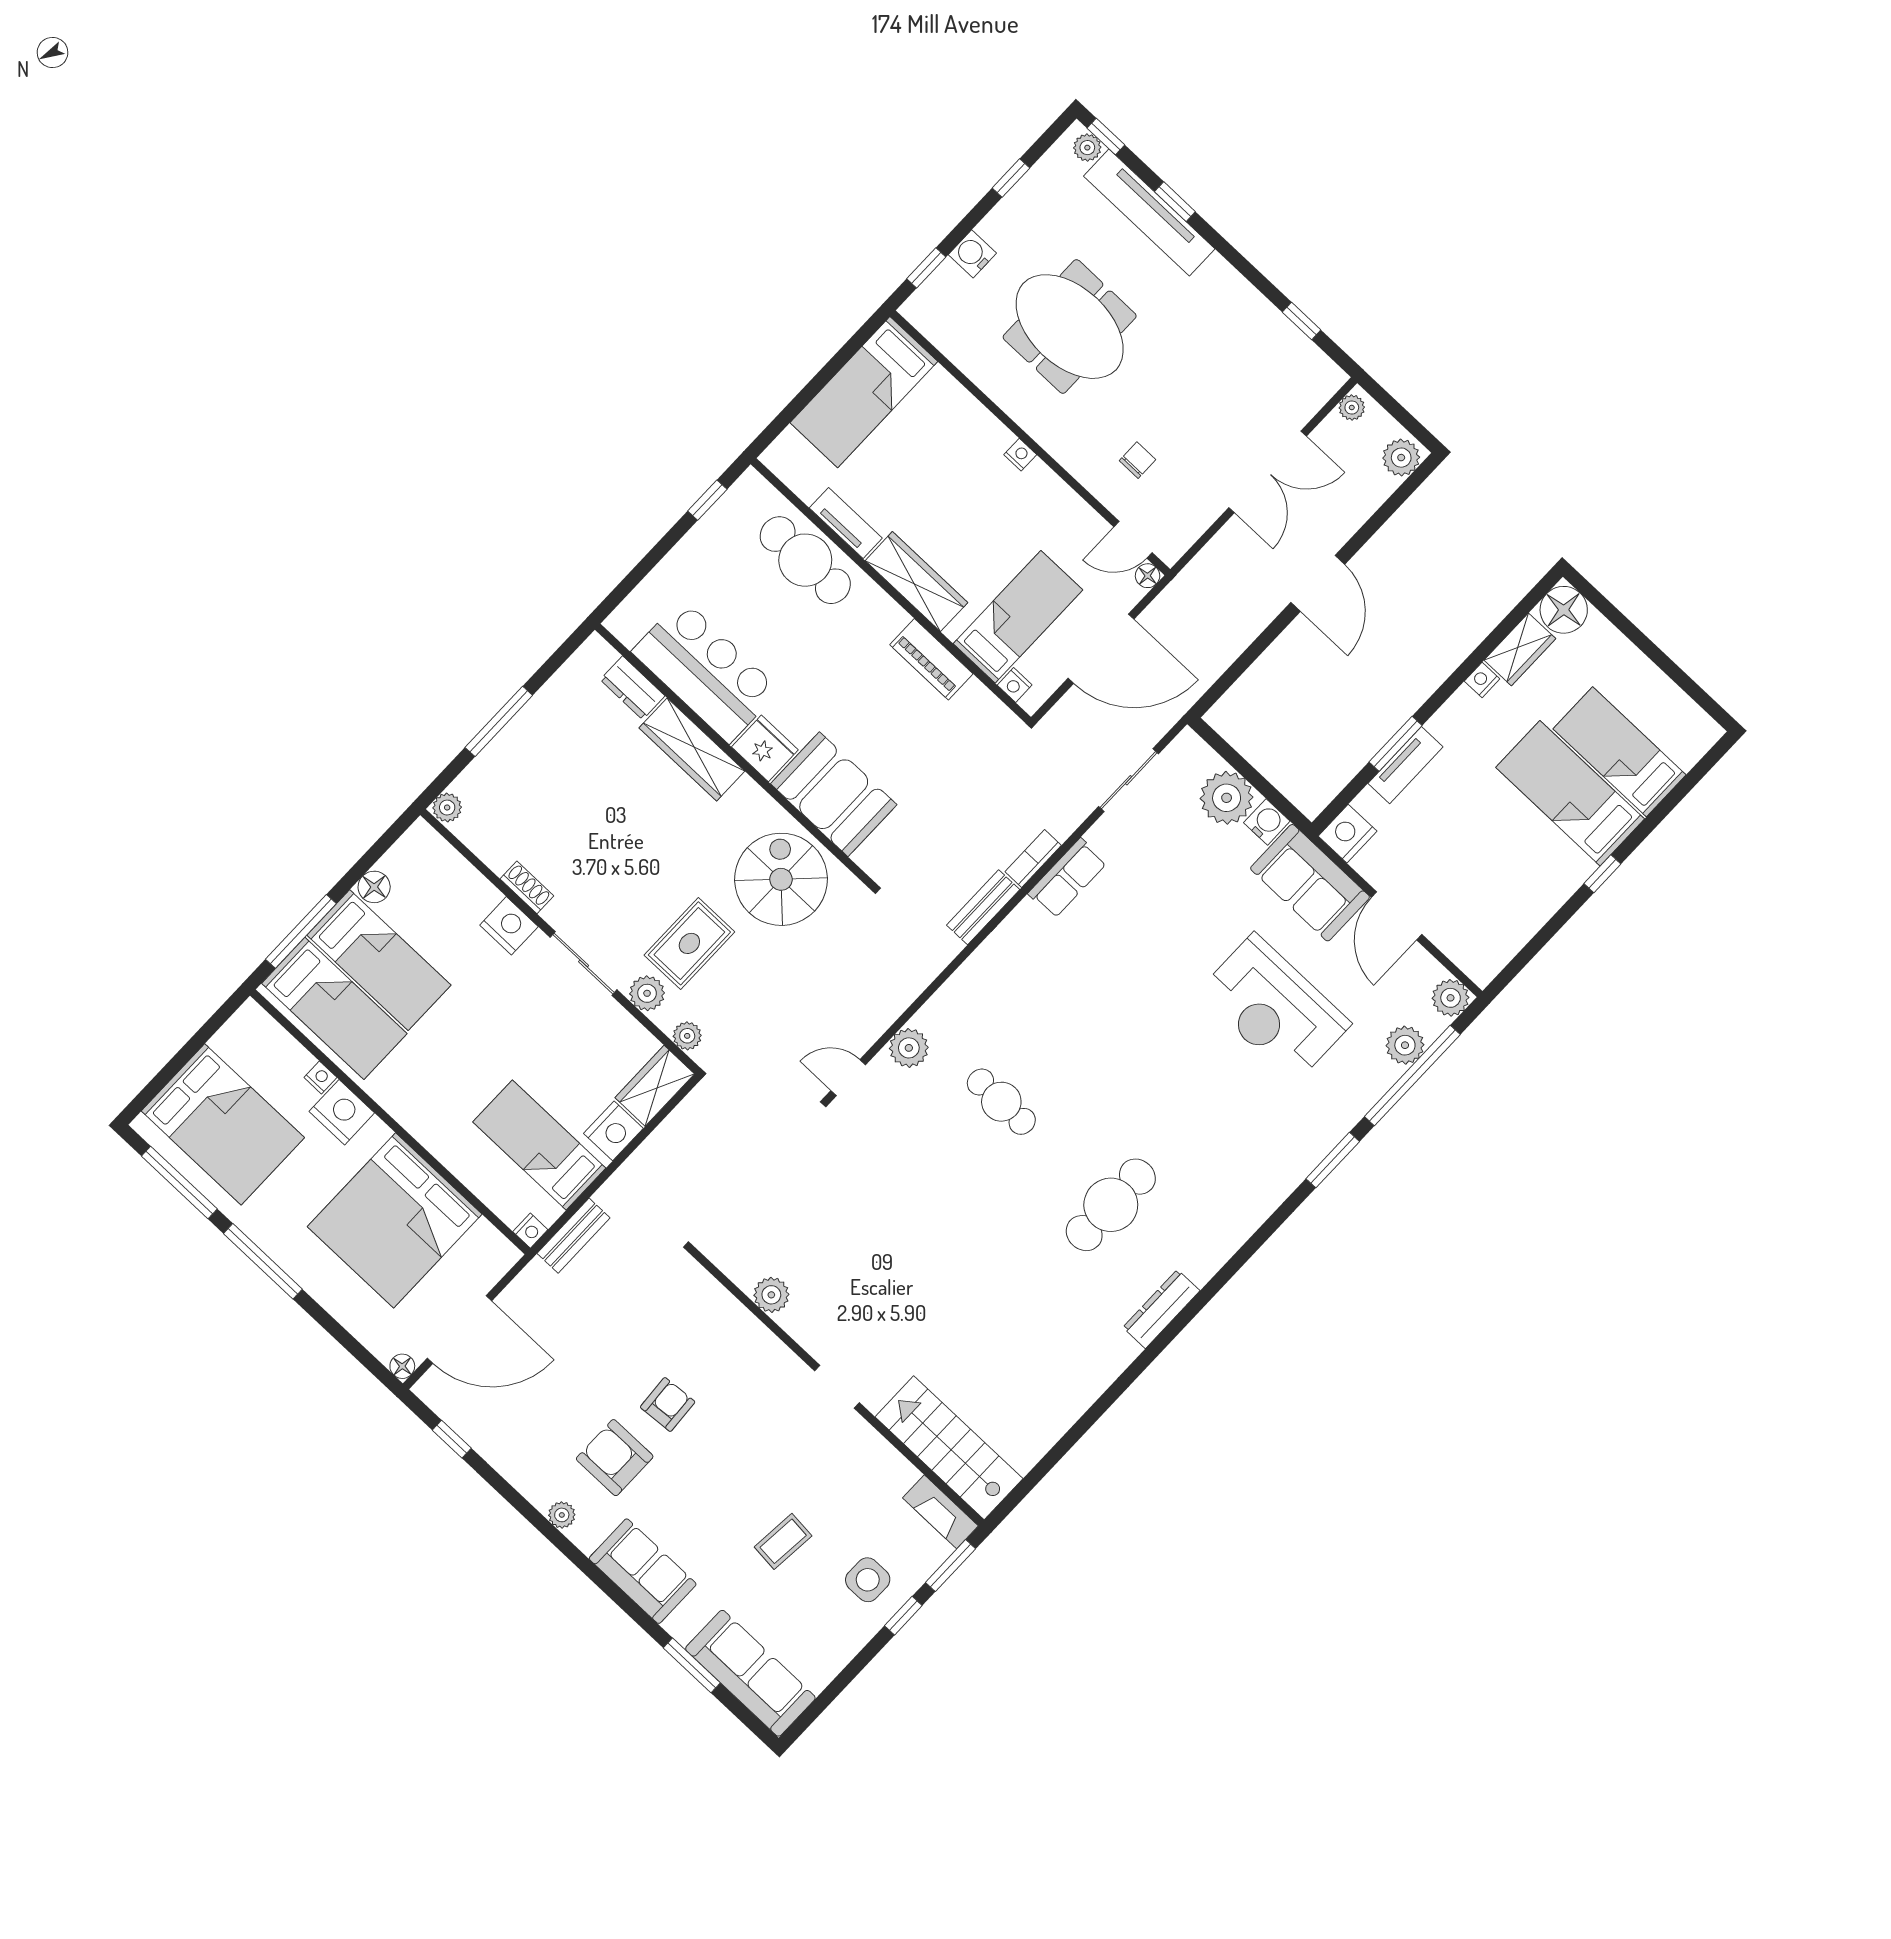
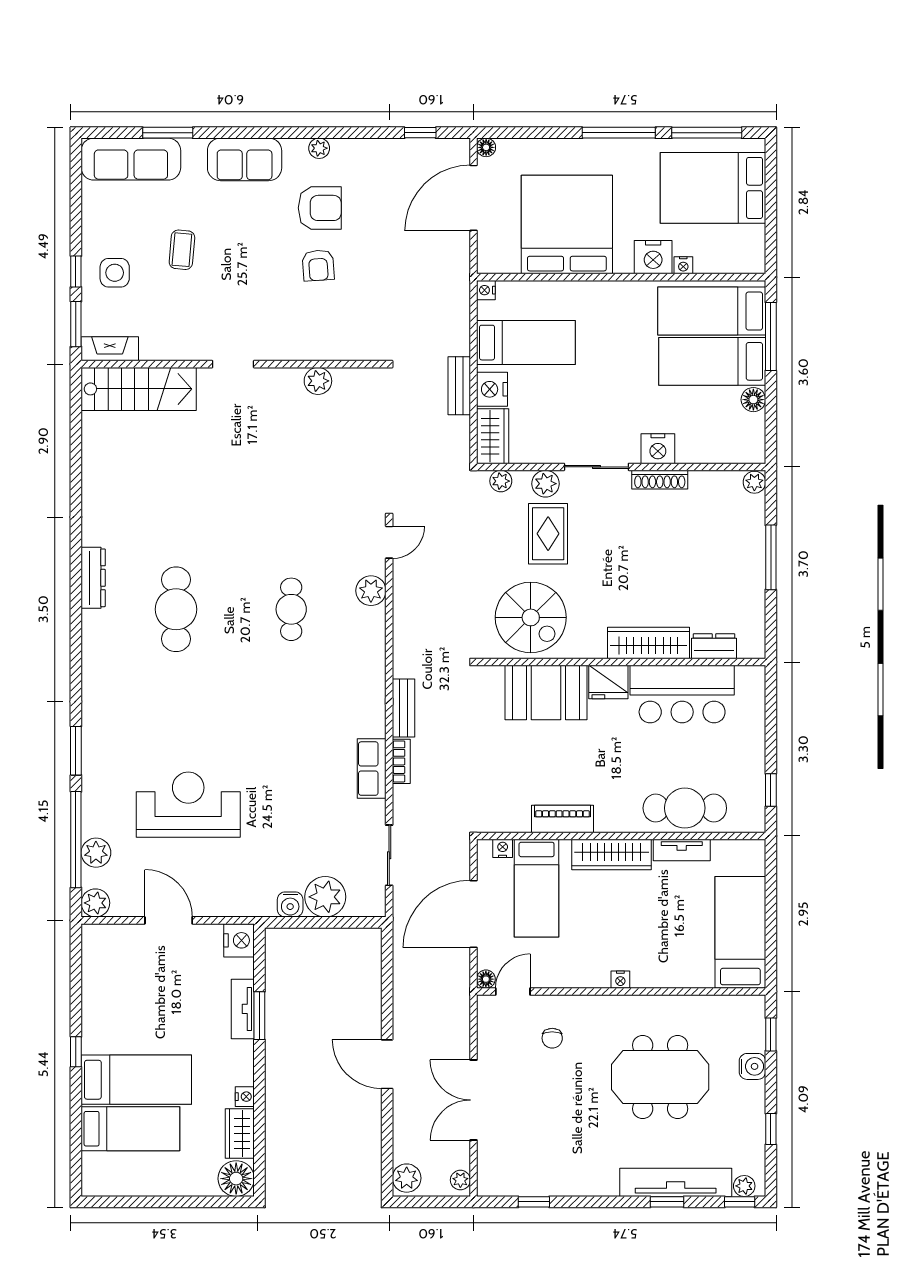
sofa: (1310, 883) -> (234, 893), removed
shoe rack: (527, 887) -> (660, 480), width x1.43
cafe table: (1001, 1102) -> (291, 609), turned 90
bench: (574, 1236) -> (459, 386), moved

